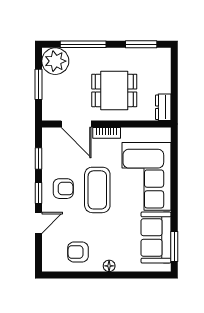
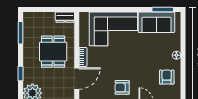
window: (83, 44) -> (21, 73), width x0.46
armchair: (63, 189) -> (122, 87), turned -90
coffee table: (97, 190) -> (123, 63), removed
armchair: (78, 252) -> (167, 77), turned 180

